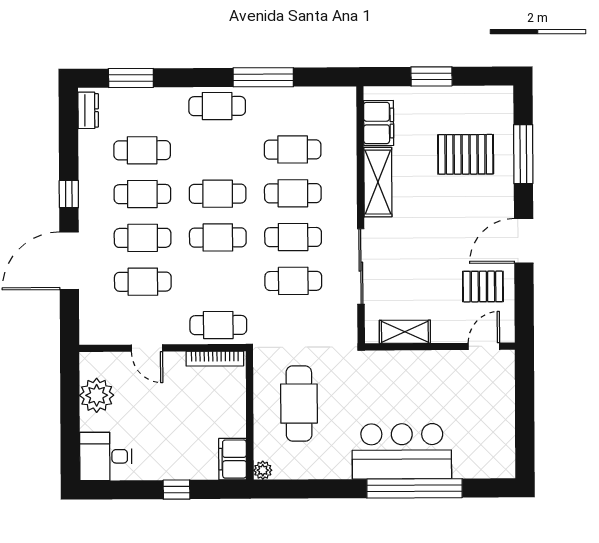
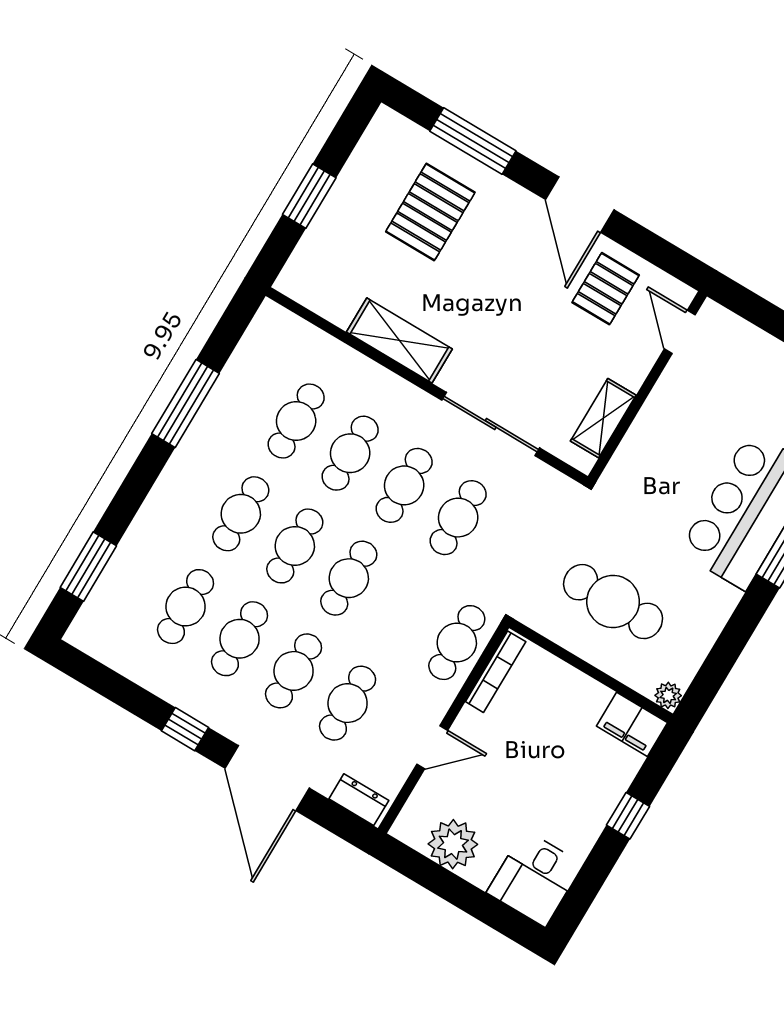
cafe table: (217, 106) -> (241, 514), moved
dresser: (88, 110) -> (359, 800), moved
filing cabinet: (379, 123) -> (327, 296), removed

